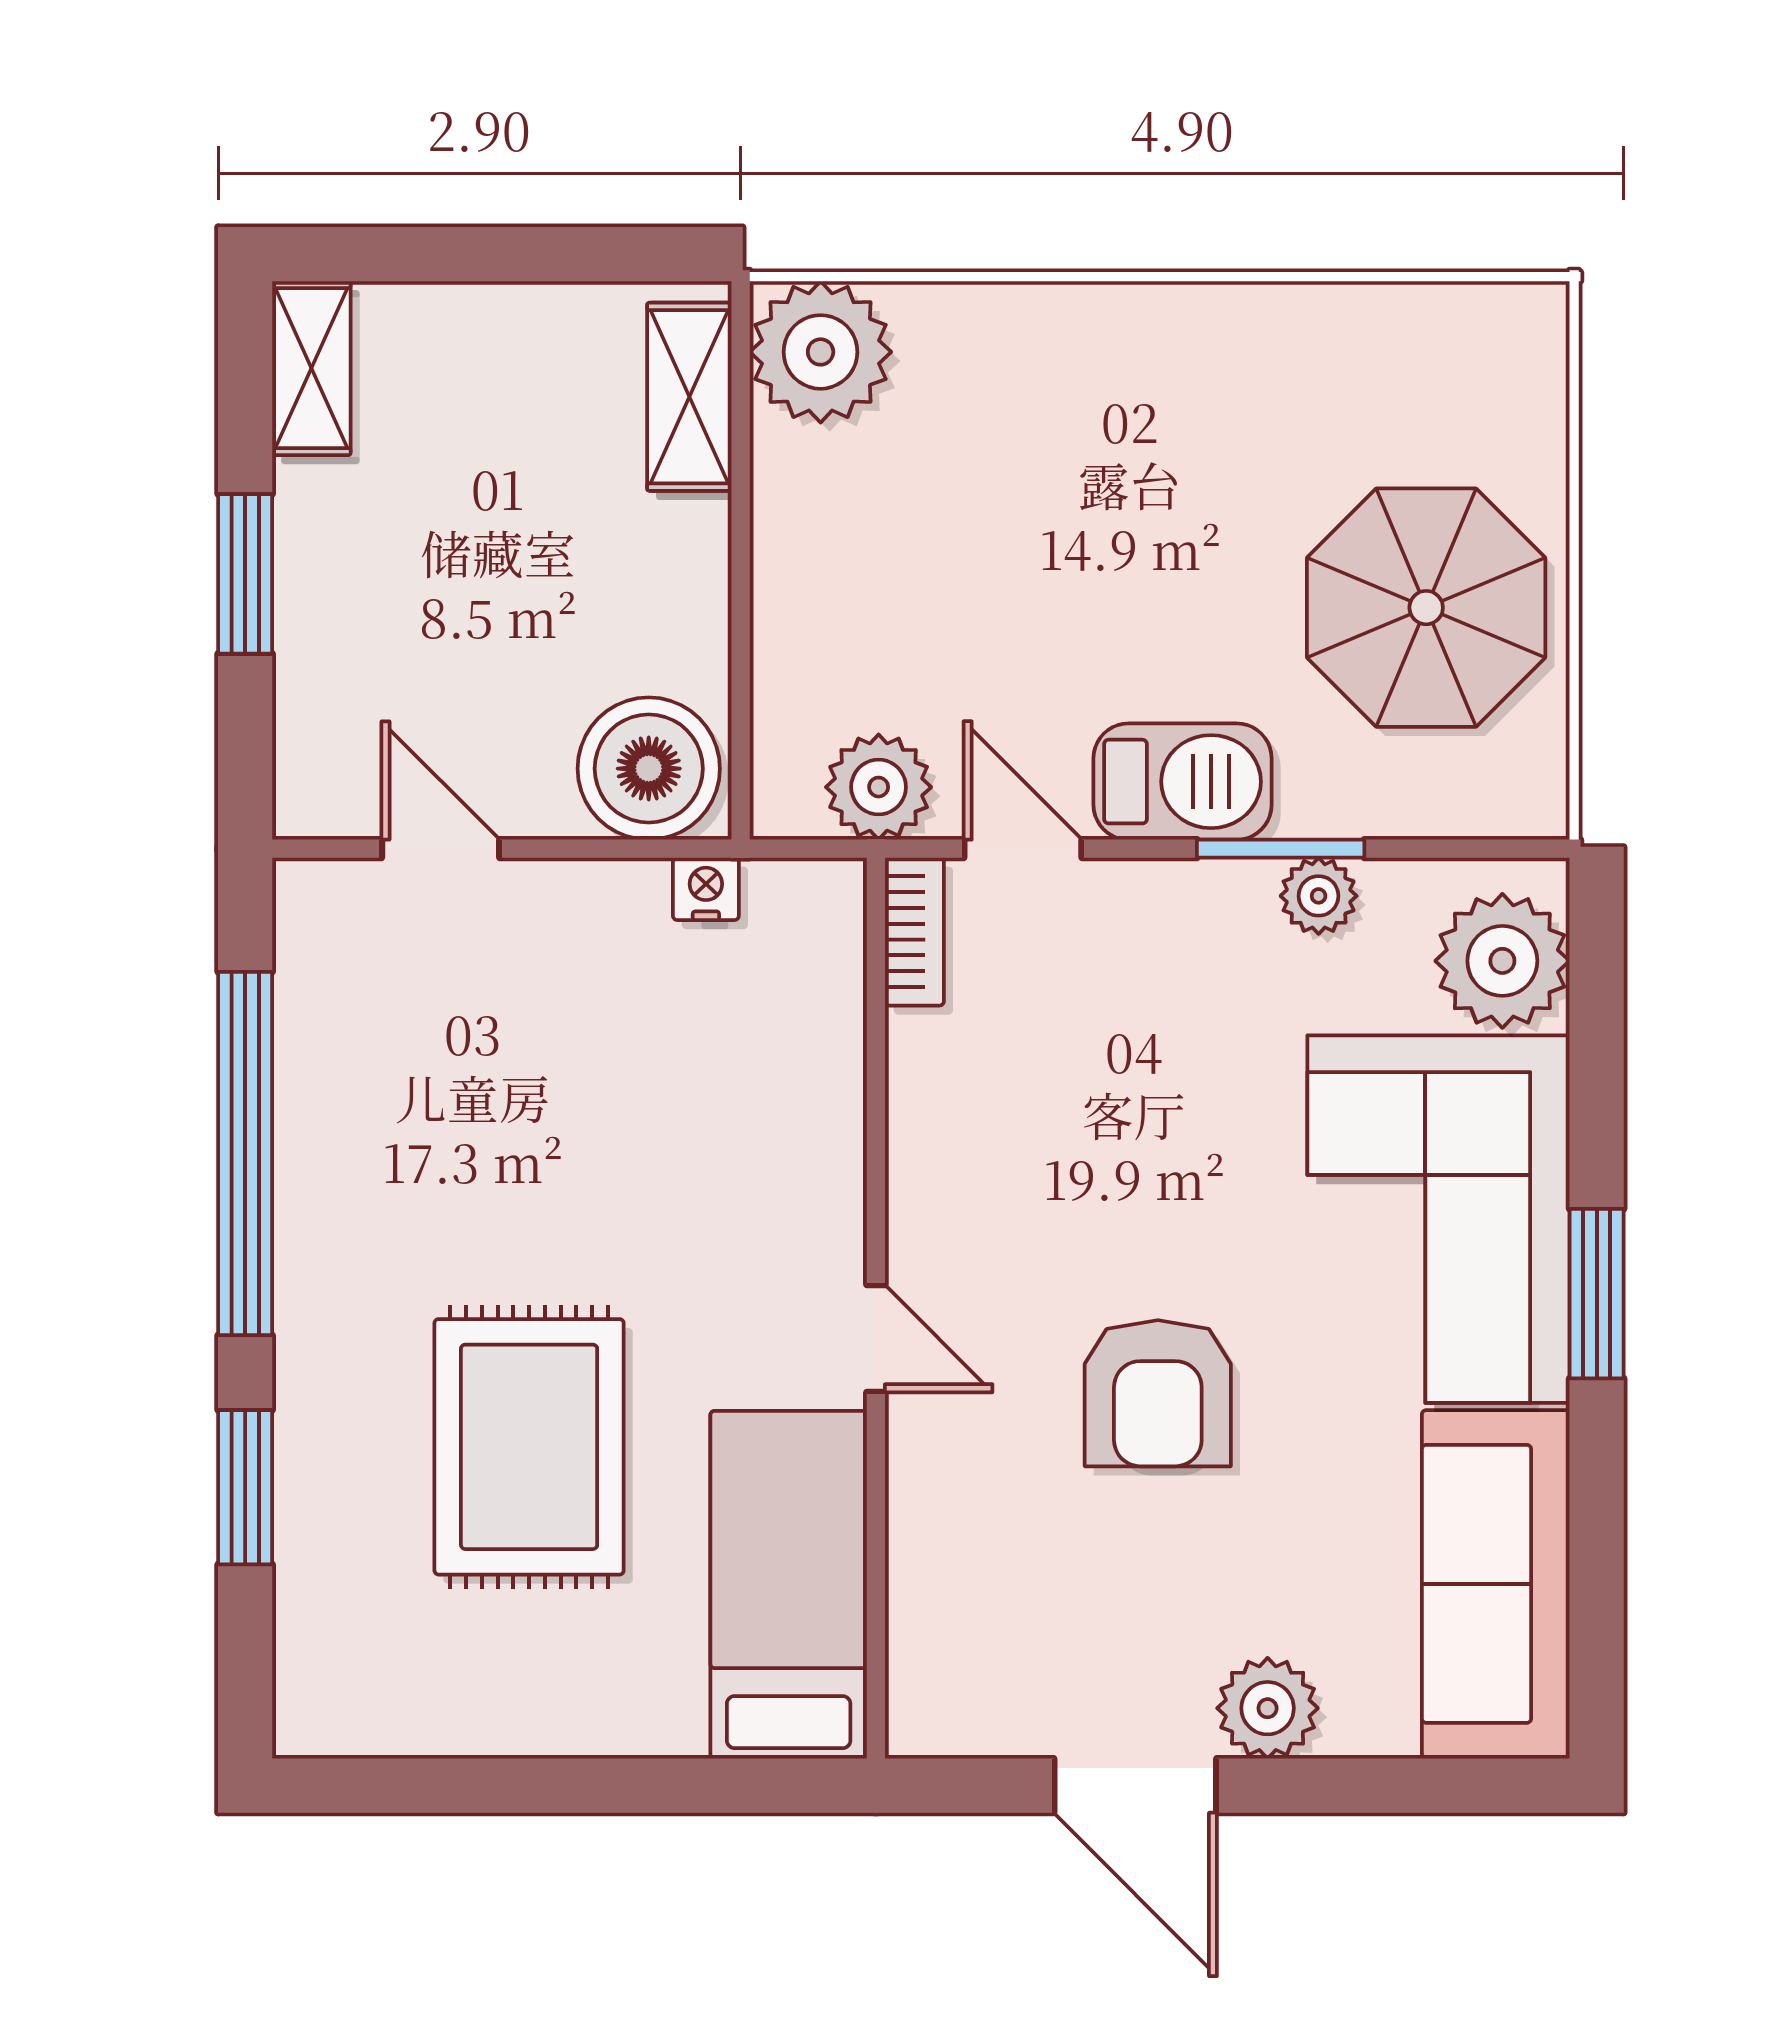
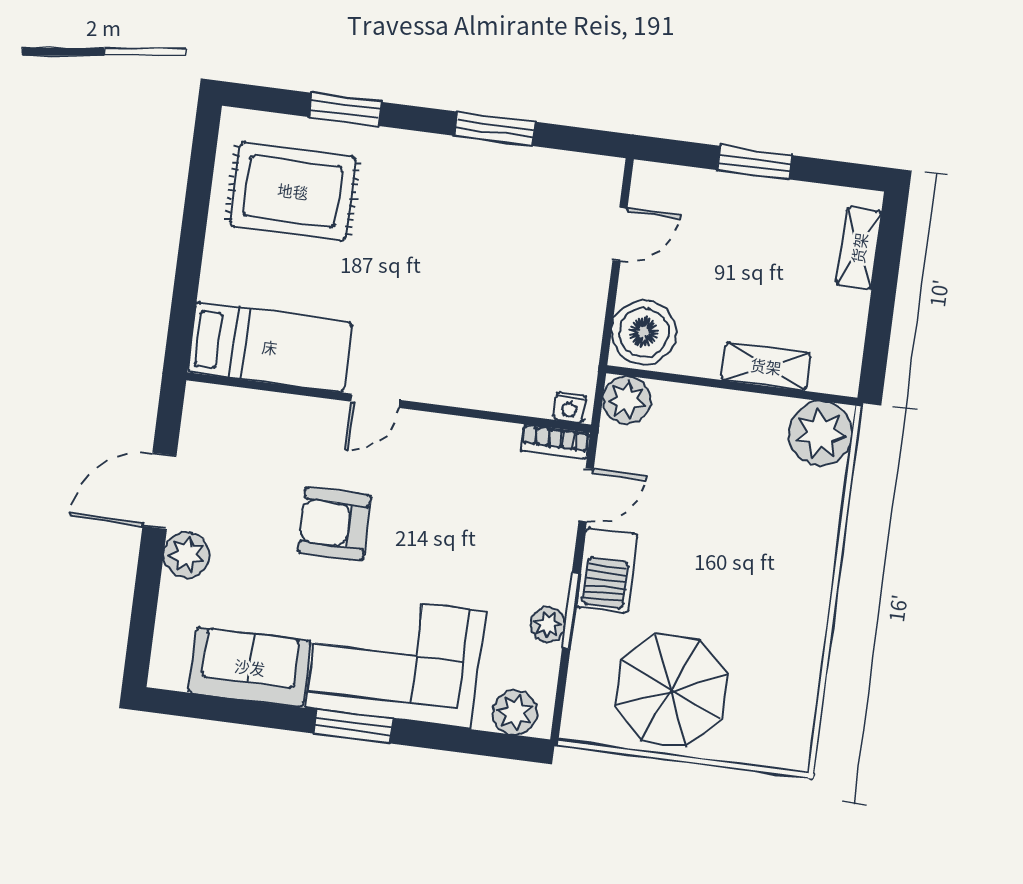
shelving: (311, 368) -> (859, 248), moved, turned 90
shelving: (689, 397) -> (766, 366), moved
plant: (879, 787) -> (627, 400), moved
nightstand: (706, 889) -> (570, 408), moved, turned 90
plant: (1502, 961) -> (515, 713), width x0.73, depth x0.73
window: (245, 1153) -> (495, 129), width x0.47
rug: (529, 1447) -> (293, 191), moved
sofa: (1496, 1584) -> (250, 667), width x0.73

